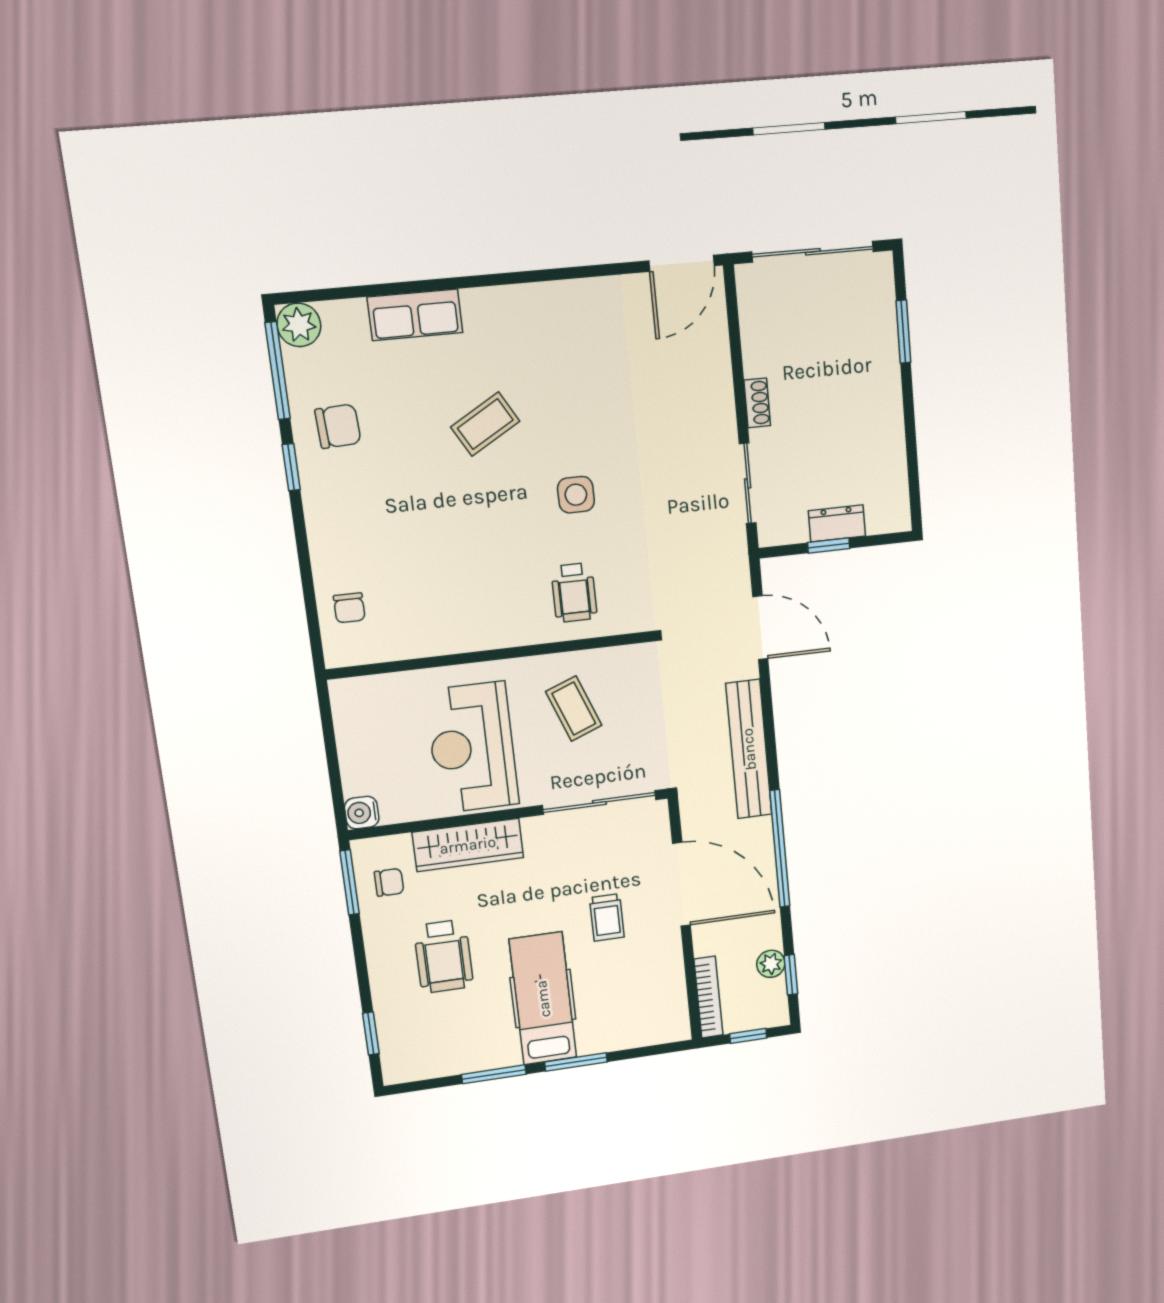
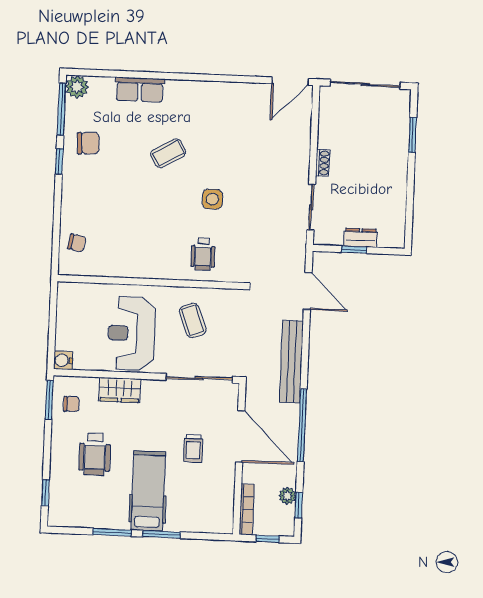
chair: (349, 608) -> (77, 243), turned -79
wardrobe: (468, 845) -> (120, 390), width x0.67

